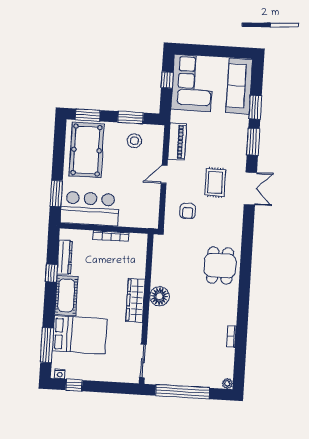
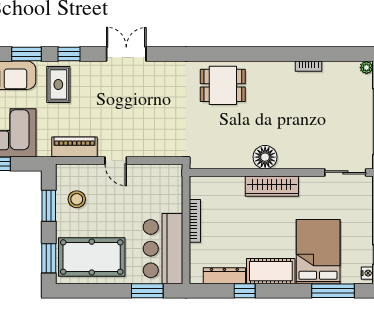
window: (253, 142) -> (69, 54), width x0.67
rug: (215, 182) -> (58, 85), moved, turned 90
armchair: (188, 211) -> (159, 129), removed

